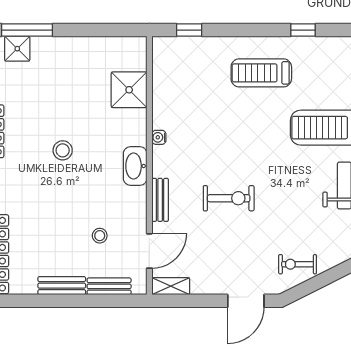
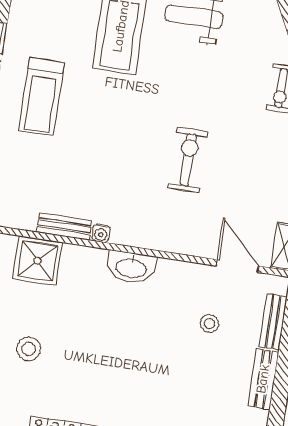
stool: (63, 150) -> (29, 349), moved
bench: (160, 200) -> (64, 226), moved

